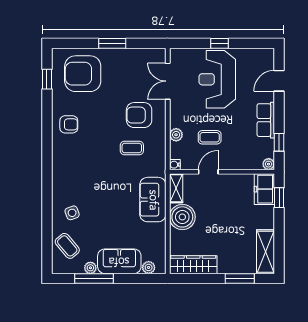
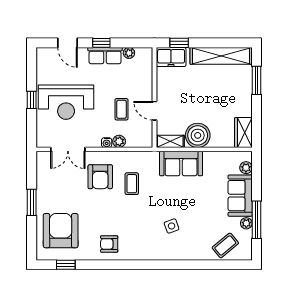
armchair: (83, 74) -> (61, 231), turned 180
armchair: (69, 124) -> (109, 244), turned -90
window: (279, 142) -> (101, 43), moved
plant: (269, 164) -> (129, 53), moved
water cooler: (175, 165) -> (107, 143), moved
side table: (72, 213) -> (172, 226), moved
shelving: (266, 252) -> (221, 56), width x1.47
wardrobe: (193, 265) -> (243, 133), width x0.67

